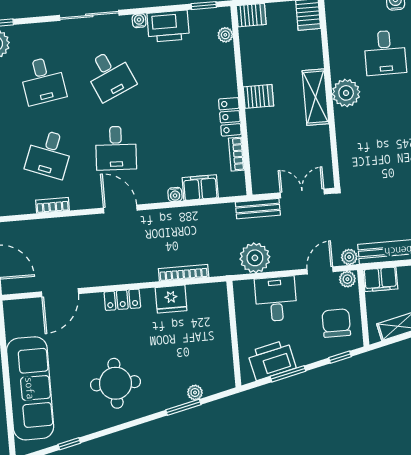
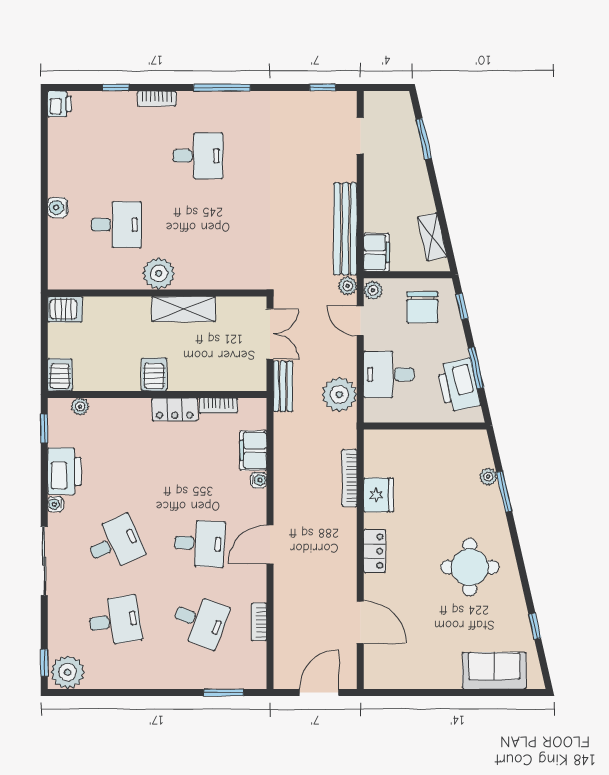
shelving: (316, 97) -> (184, 309), moved
double door: (302, 193) -> (270, 334), swing flipped
chair: (336, 323) -> (422, 307), turned -90
sofa: (30, 388) -> (494, 671), width x0.54, depth x0.79

